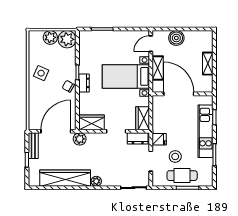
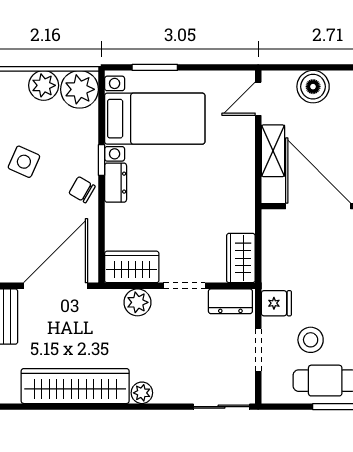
bed with nightstands: (126, 76) -> (155, 119), moved, turned 180
plant: (80, 139) -> (137, 302), moved

